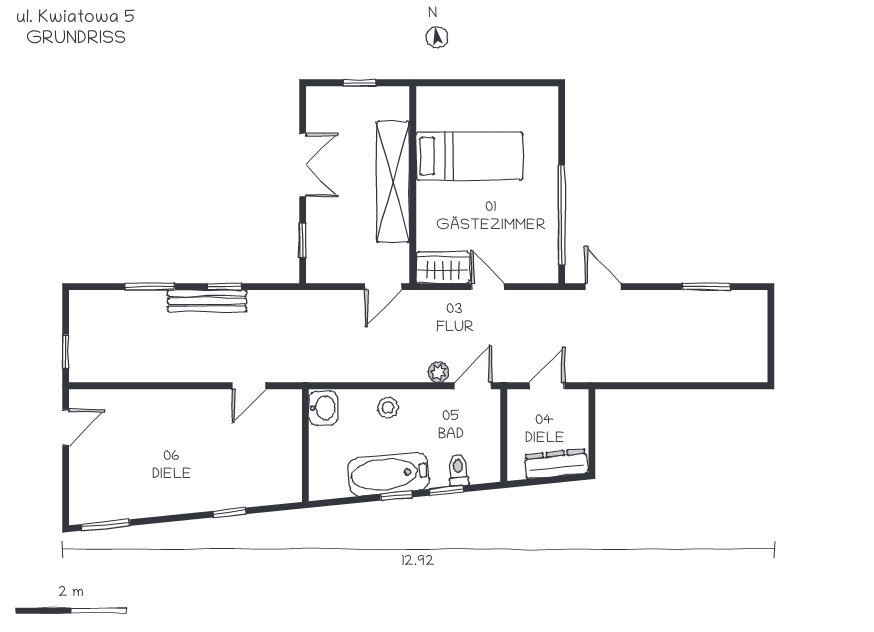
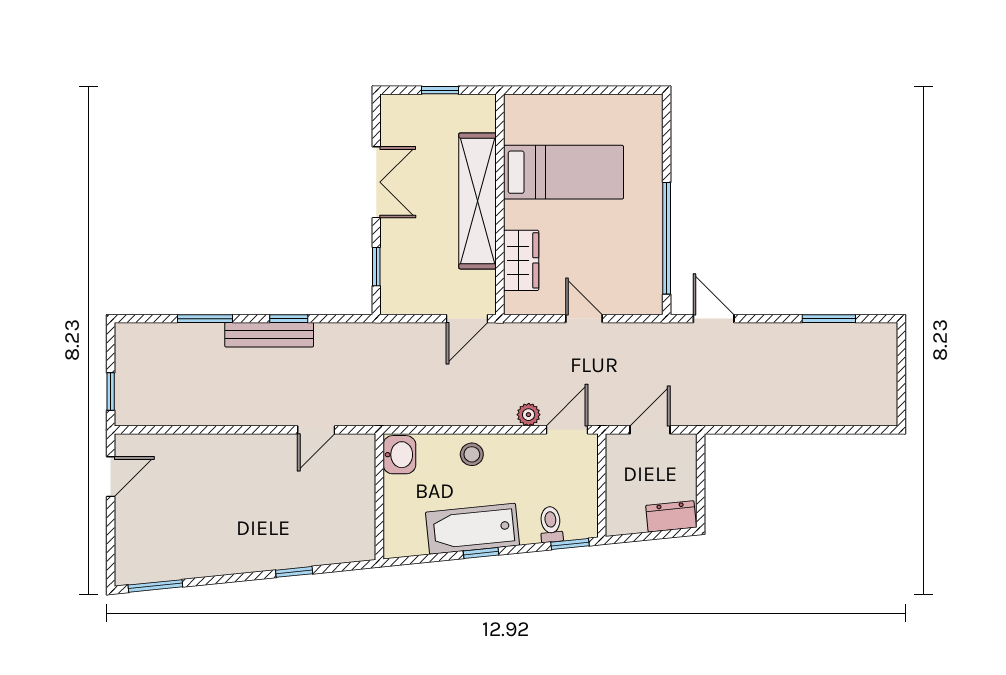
wardrobe: (443, 268) -> (521, 260), moved, turned 90
dresser: (556, 464) -> (671, 516), width x0.70
window: (446, 491) -> (570, 544), moved

